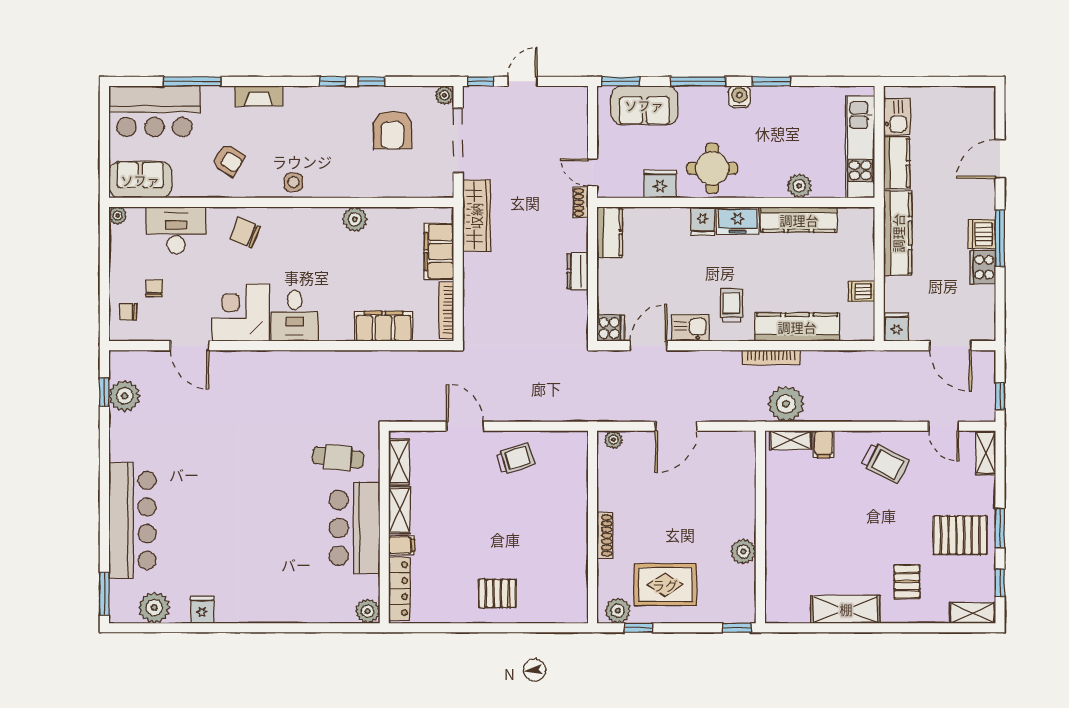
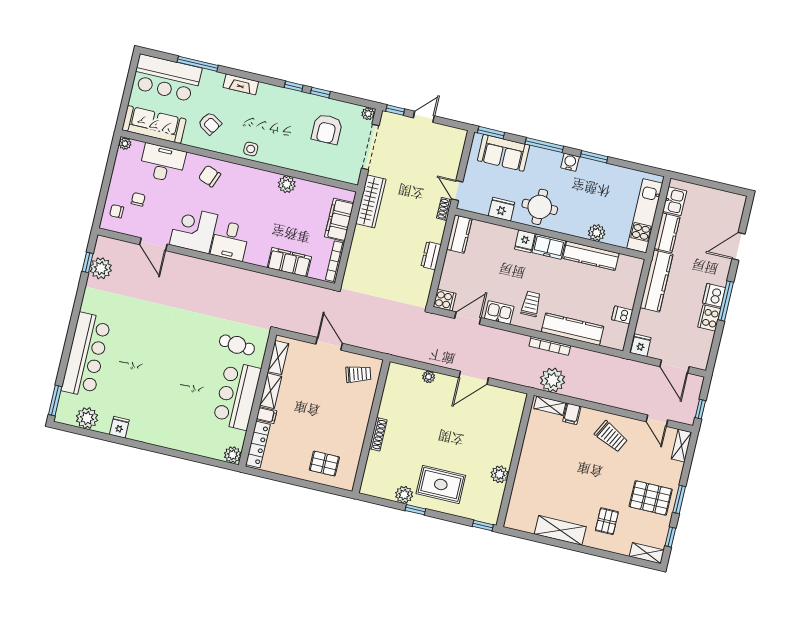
sofa: (140, 180) -> (154, 125), width x1.36
wall: (592, 527) -> (371, 426), moved
shoe rack: (605, 536) -> (378, 434), moved

